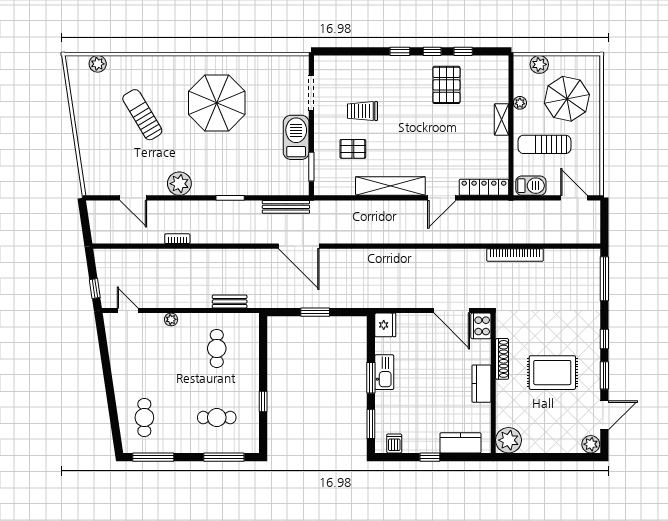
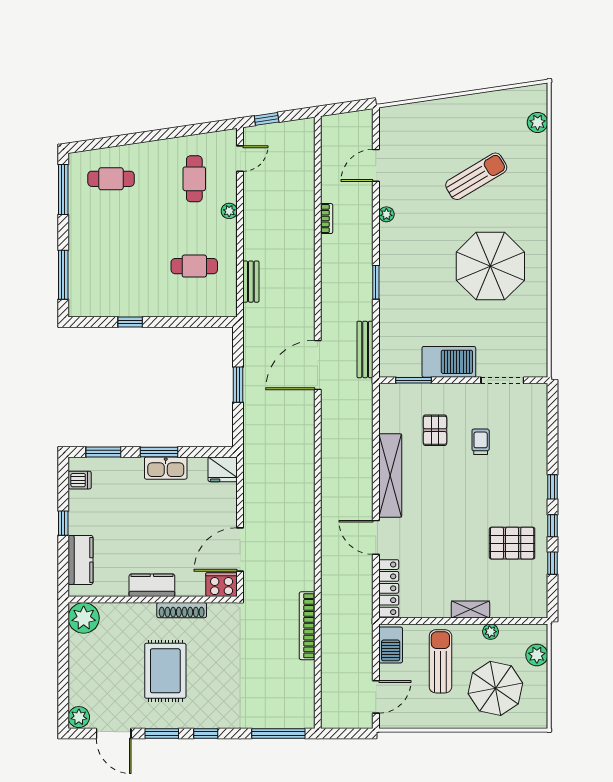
trolley: (362, 111) -> (481, 442), width x0.73, depth x0.72
plant: (179, 184) -> (386, 214), width x0.53, depth x0.53
cafe table: (217, 418) -> (194, 179), moved

